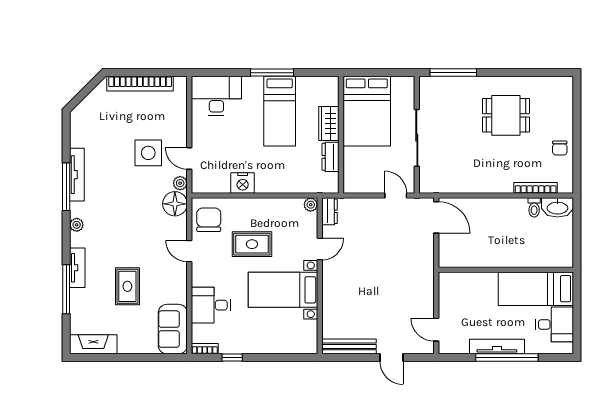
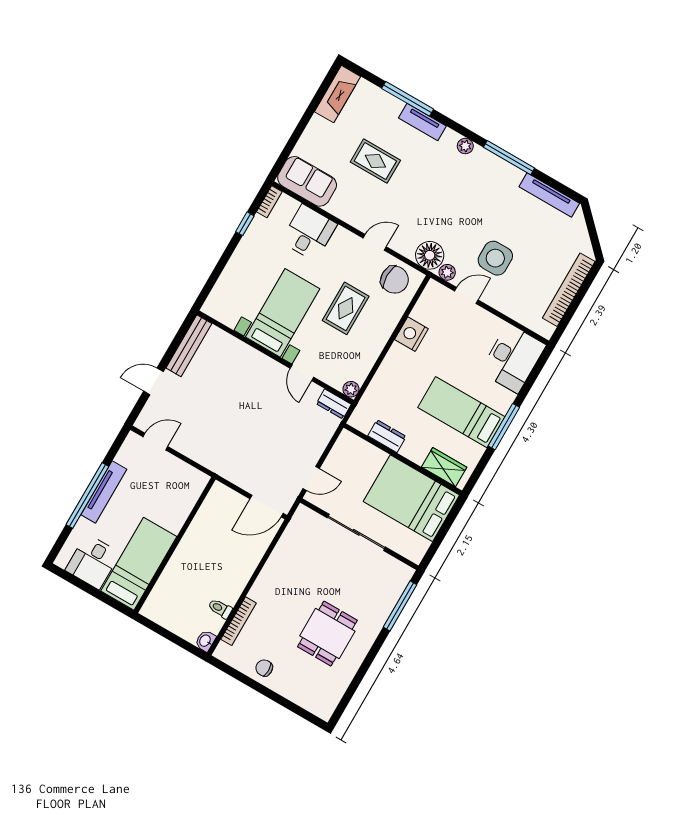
wardrobe: (329, 123) -> (444, 467), moved
tv unit: (77, 175) -> (549, 195), moved
washbasin: (557, 207) -> (205, 641), width x0.52, depth x0.69

